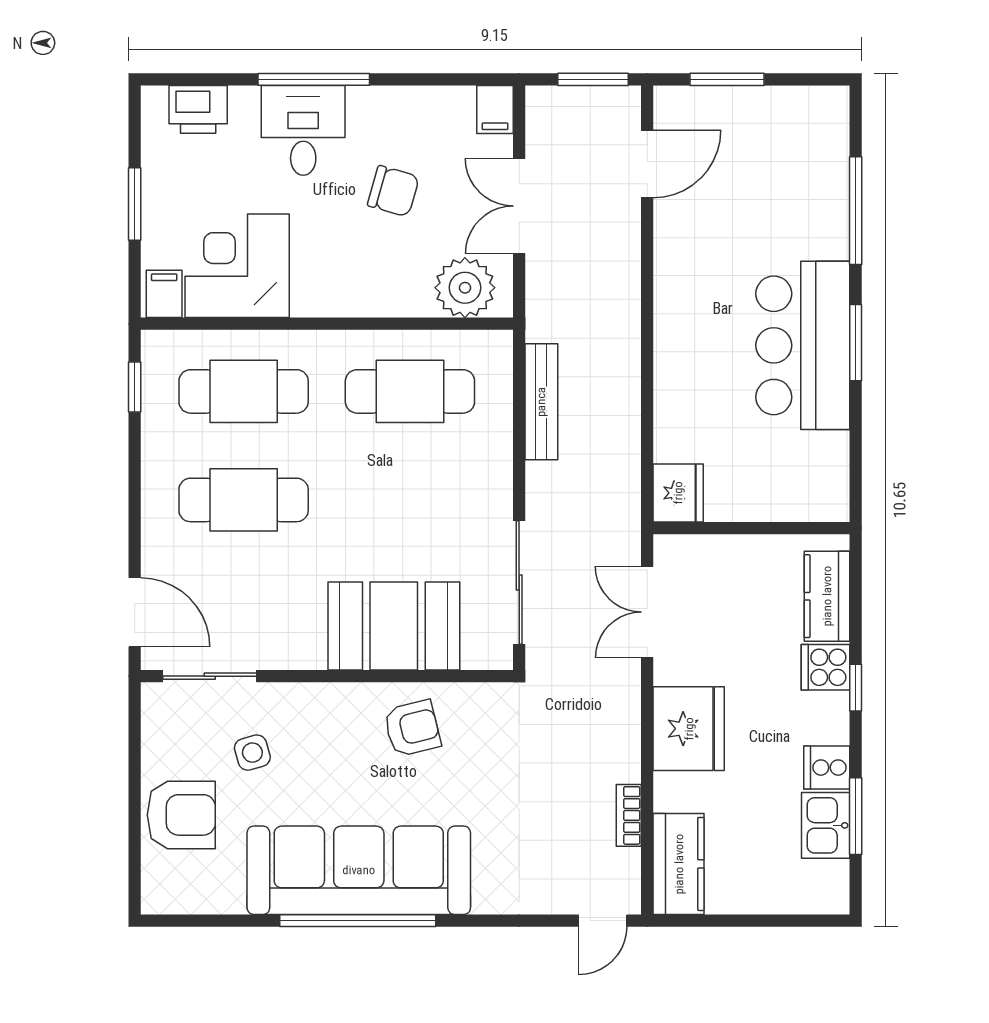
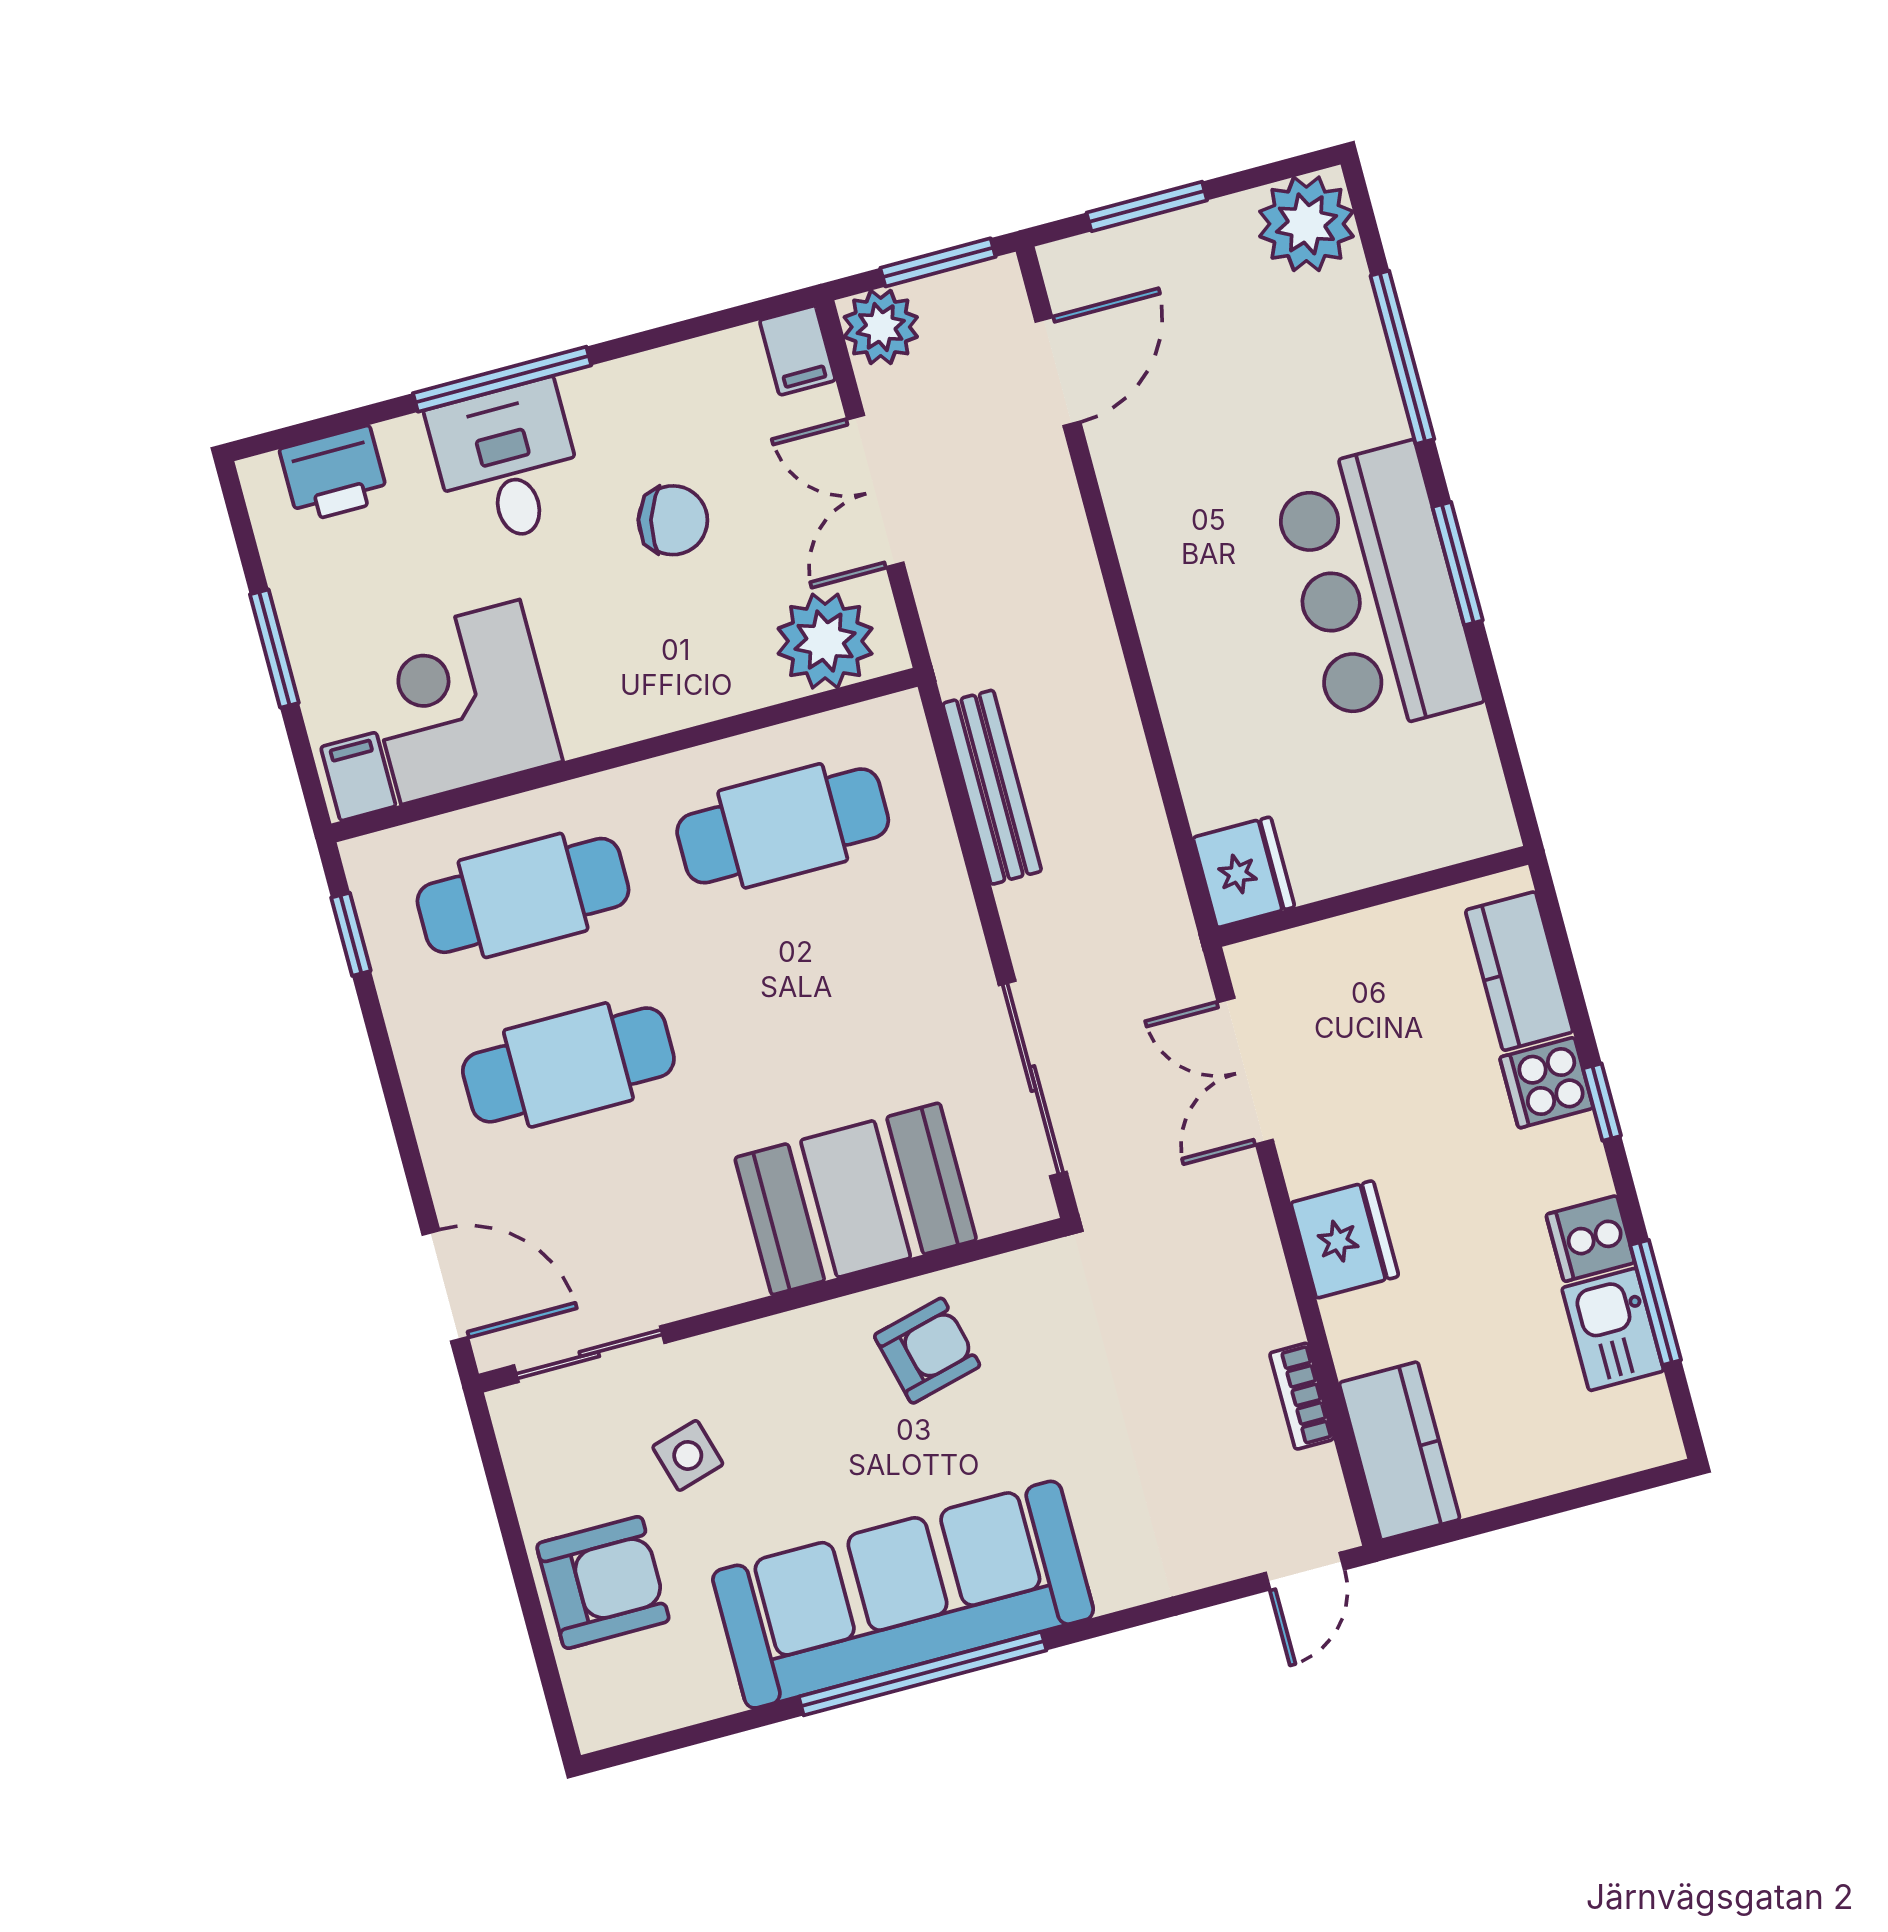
plant: (549, 109) -> (881, 327), added
plant: (820, 115) -> (1306, 224), added
fridge: (689, 729) -> (1345, 1239), width x0.73, depth x0.75

